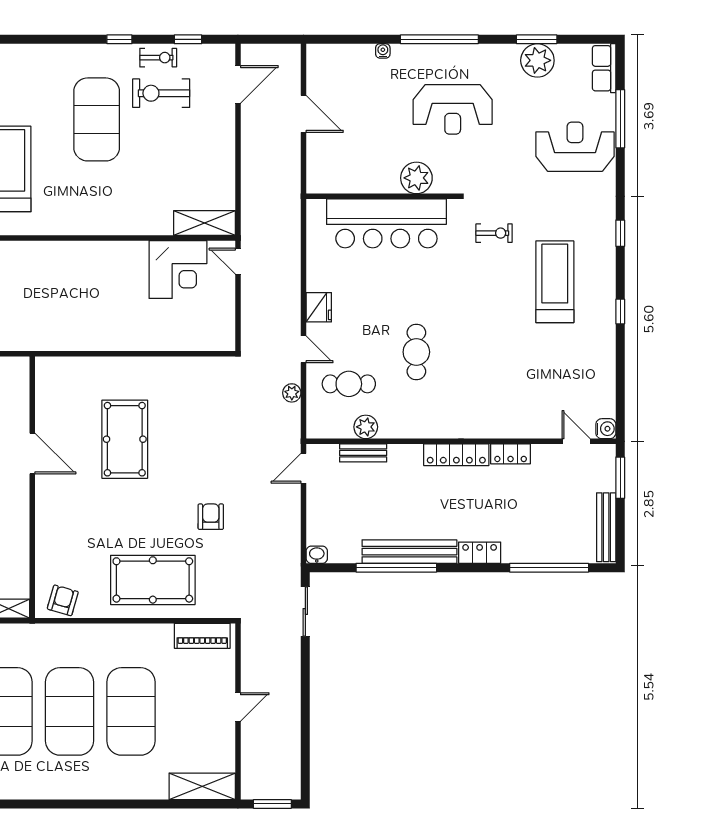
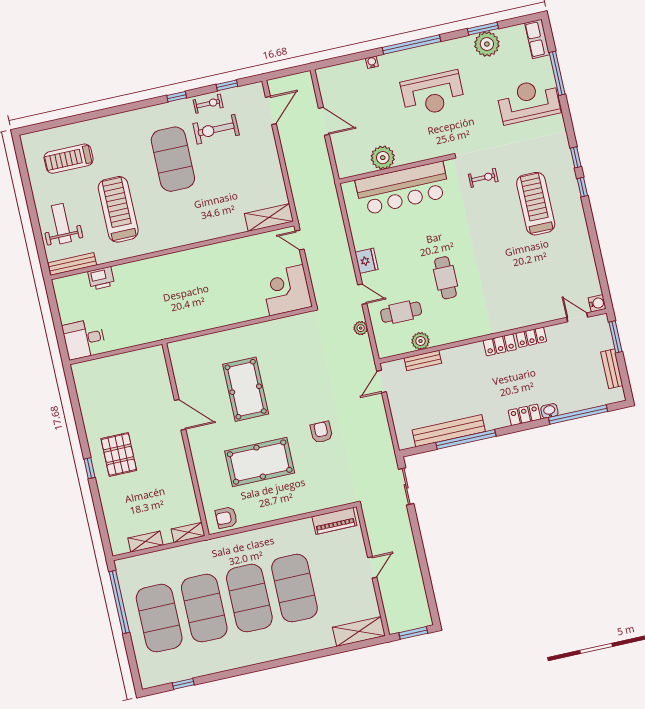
plant: (416, 178) -> (383, 158), moved
corner desk: (178, 269) -> (286, 290), moved, turned 180
window: (620, 312) -> (582, 187), moved
locker: (456, 455) -> (500, 345), width x0.66
bench: (606, 527) -> (612, 369), width x0.73
bench: (409, 552) -> (449, 431), moved
washbasin: (317, 555) -> (549, 411), moved
pool table: (153, 580) -> (260, 462), moved
armchair: (63, 600) -> (226, 518), turned -106

